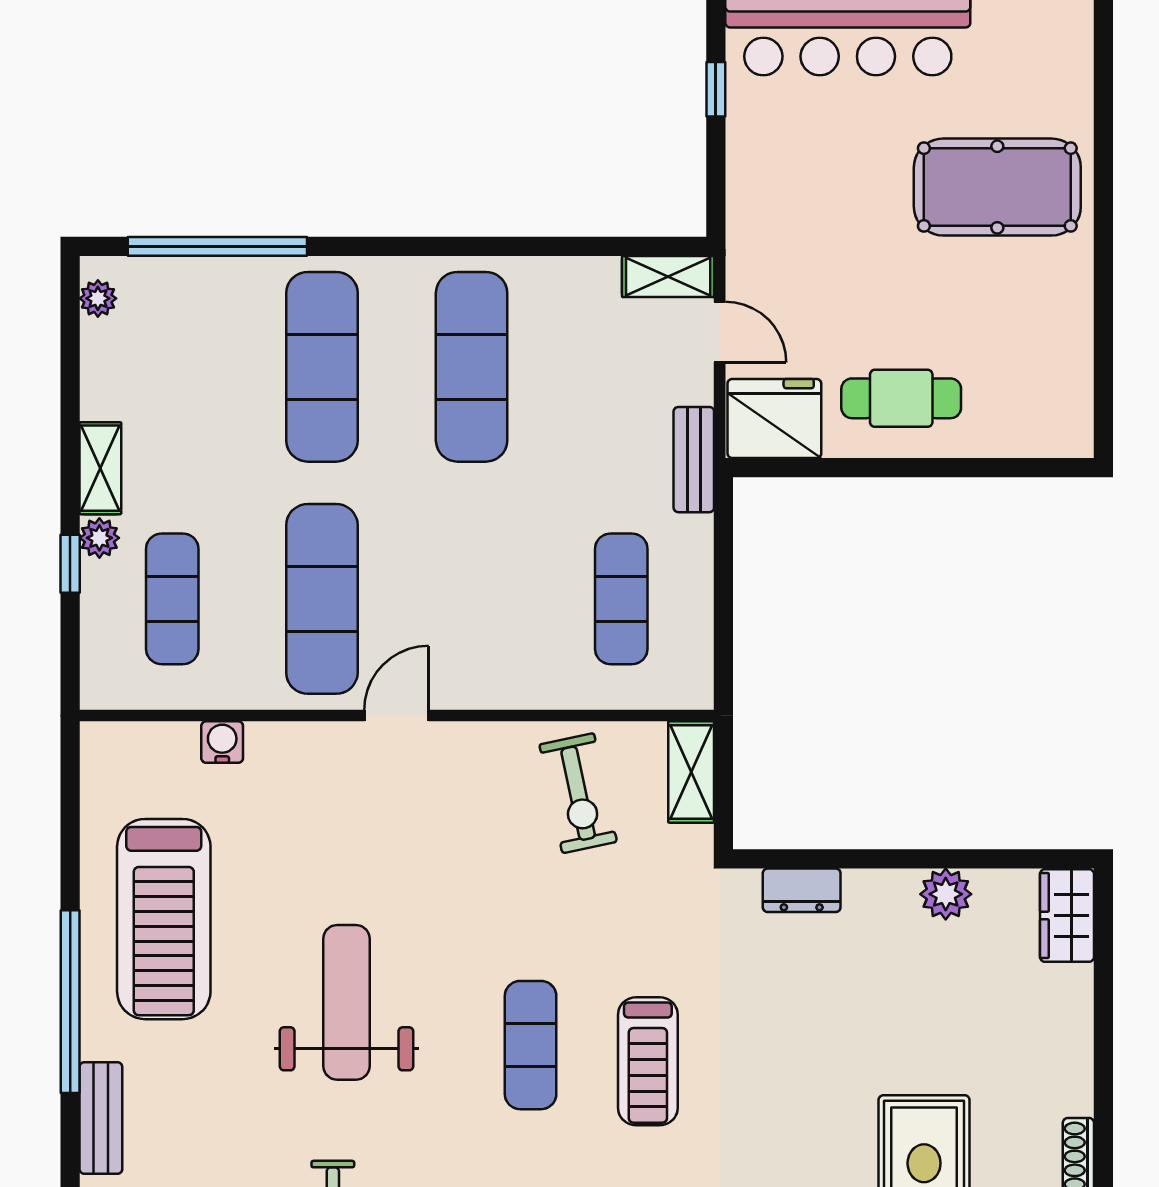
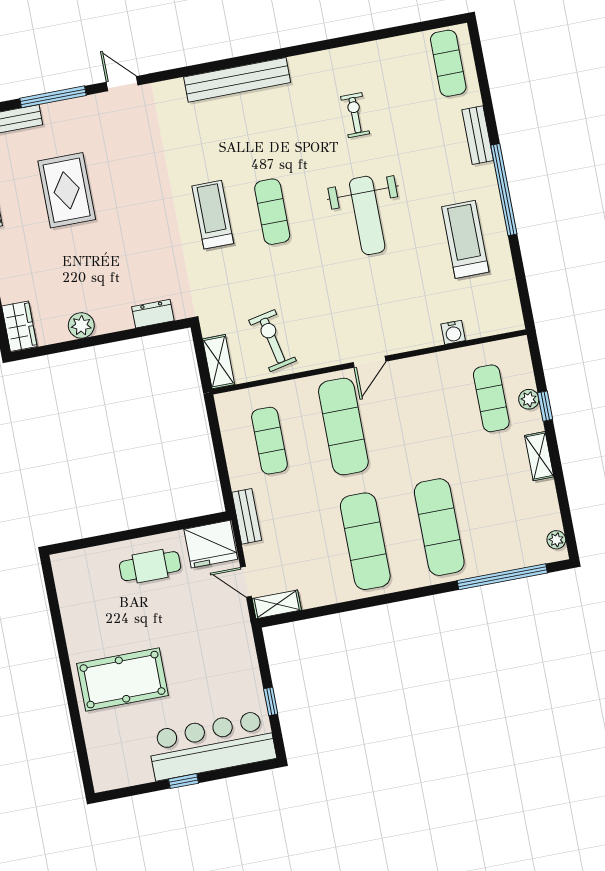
plant: (99, 538) -> (529, 399), moved
exercise mat: (322, 599) -> (343, 427), moved
treadmill: (164, 919) -> (465, 239), width x0.73, depth x0.73

